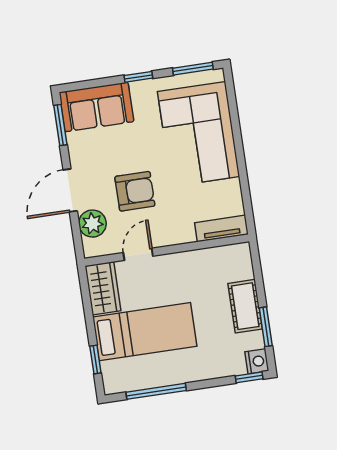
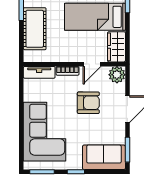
armchair: (135, 191) -> (88, 103), turned 180
plant: (92, 224) -> (117, 75), moved
bookcase: (176, 238) -> (68, 71), added
cot: (245, 306) -> (35, 29), width x1.37, depth x1.34

